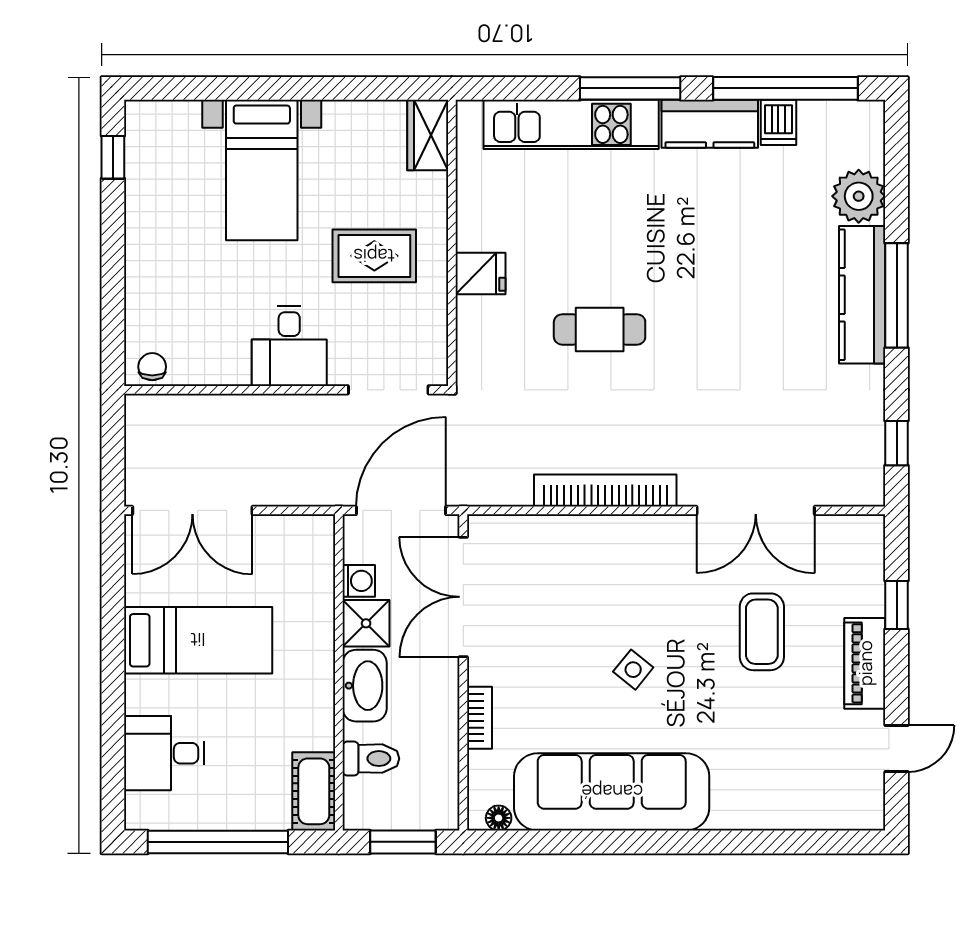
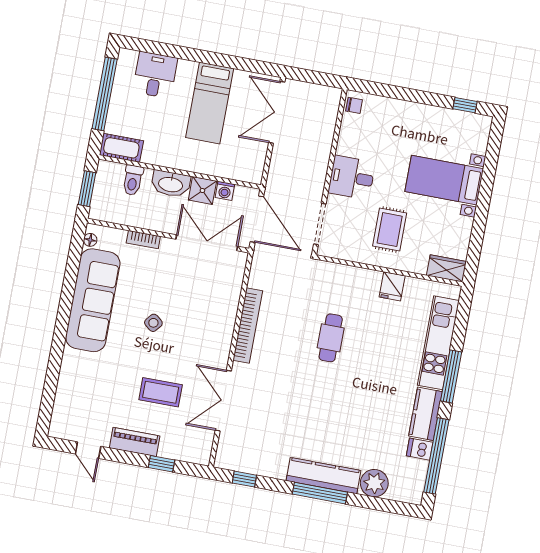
fridge: (481, 273) -> (392, 286), moved

